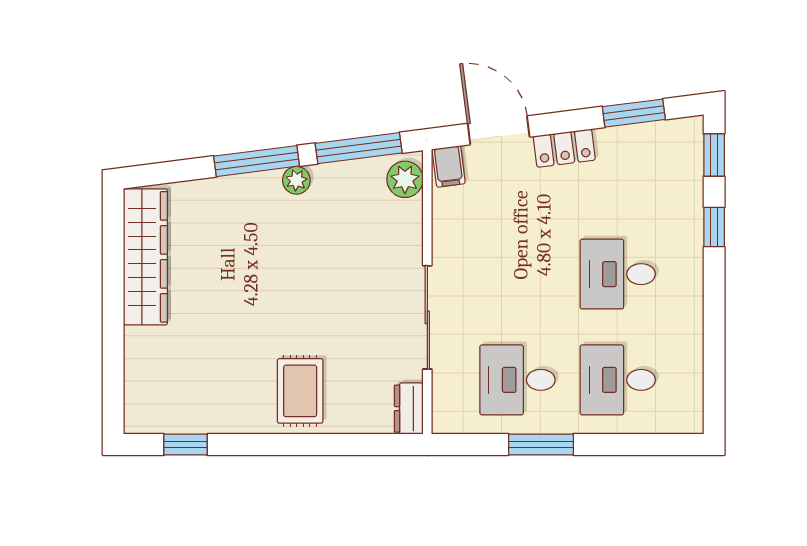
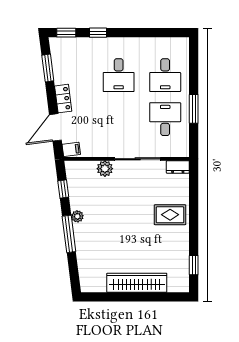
window: (359, 148) -> (63, 189), width x0.46
plant: (405, 179) -> (105, 169), moved
wardrobe: (145, 257) -> (137, 283), moved
desk: (517, 380) -> (165, 119), turned 180

